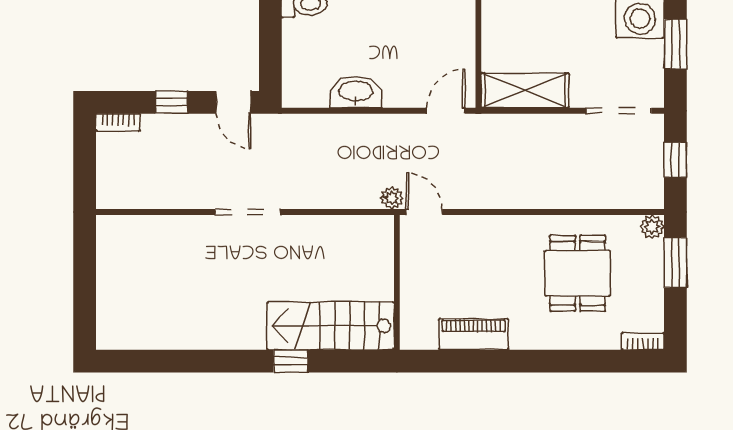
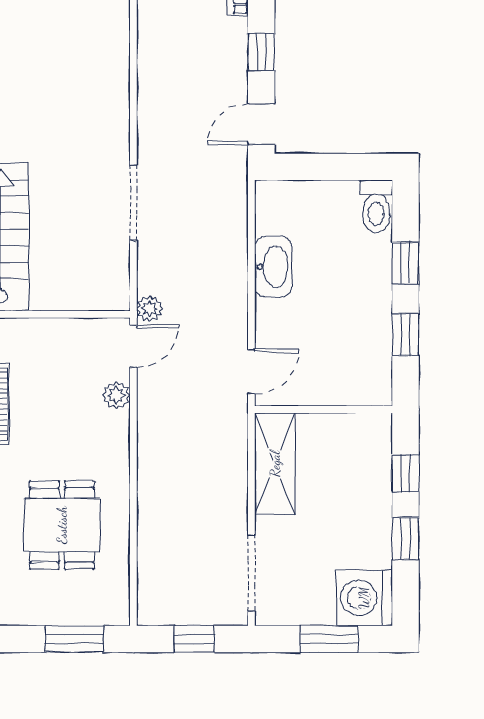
door: (446, 111) -> (251, 371), hinge flipped
doorway: (248, 212) -> (133, 203), moved
plant: (652, 227) -> (116, 395), moved
dining table: (578, 273) -> (62, 525), turned 90

